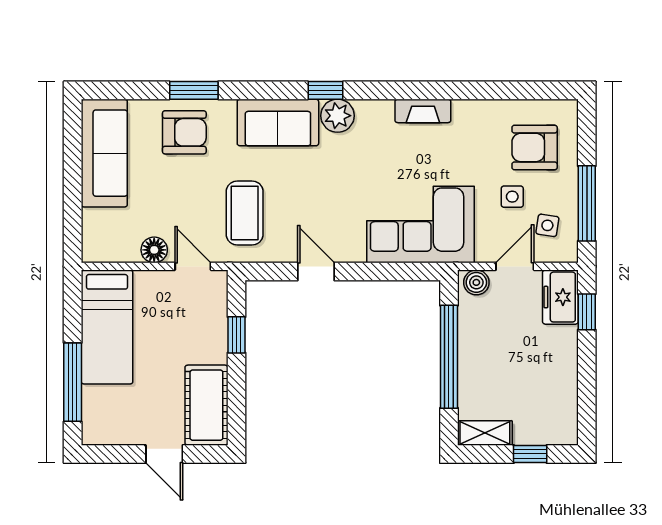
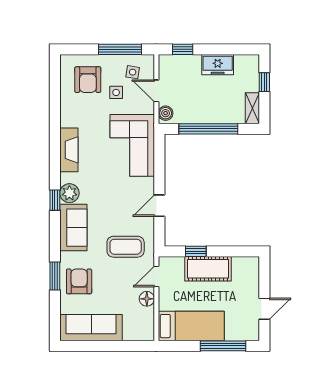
fireplace: (423, 111) -> (69, 150), width x1.37, depth x1.32
freezer: (560, 297) -> (218, 65), moved
cot: (206, 405) -> (208, 269), moved
door: (164, 454) -> (264, 309), moved

